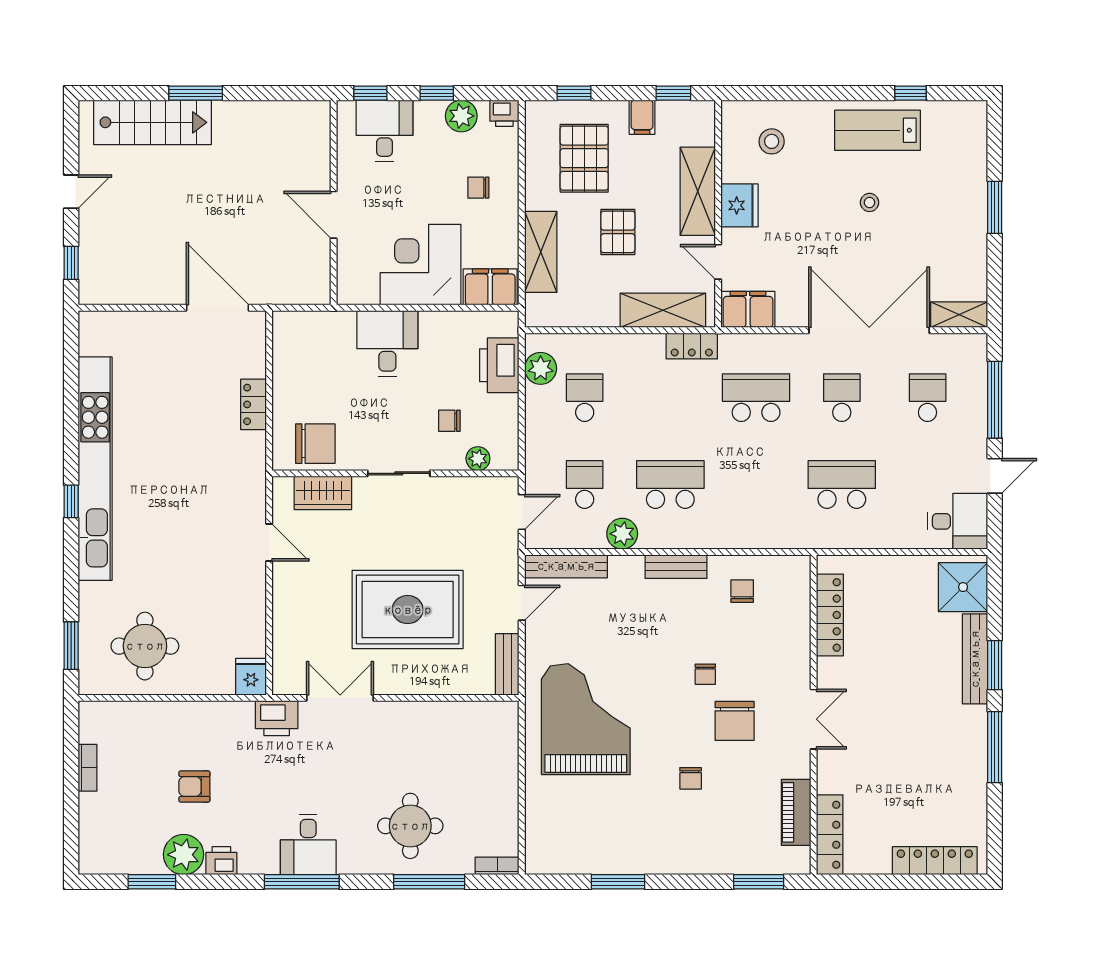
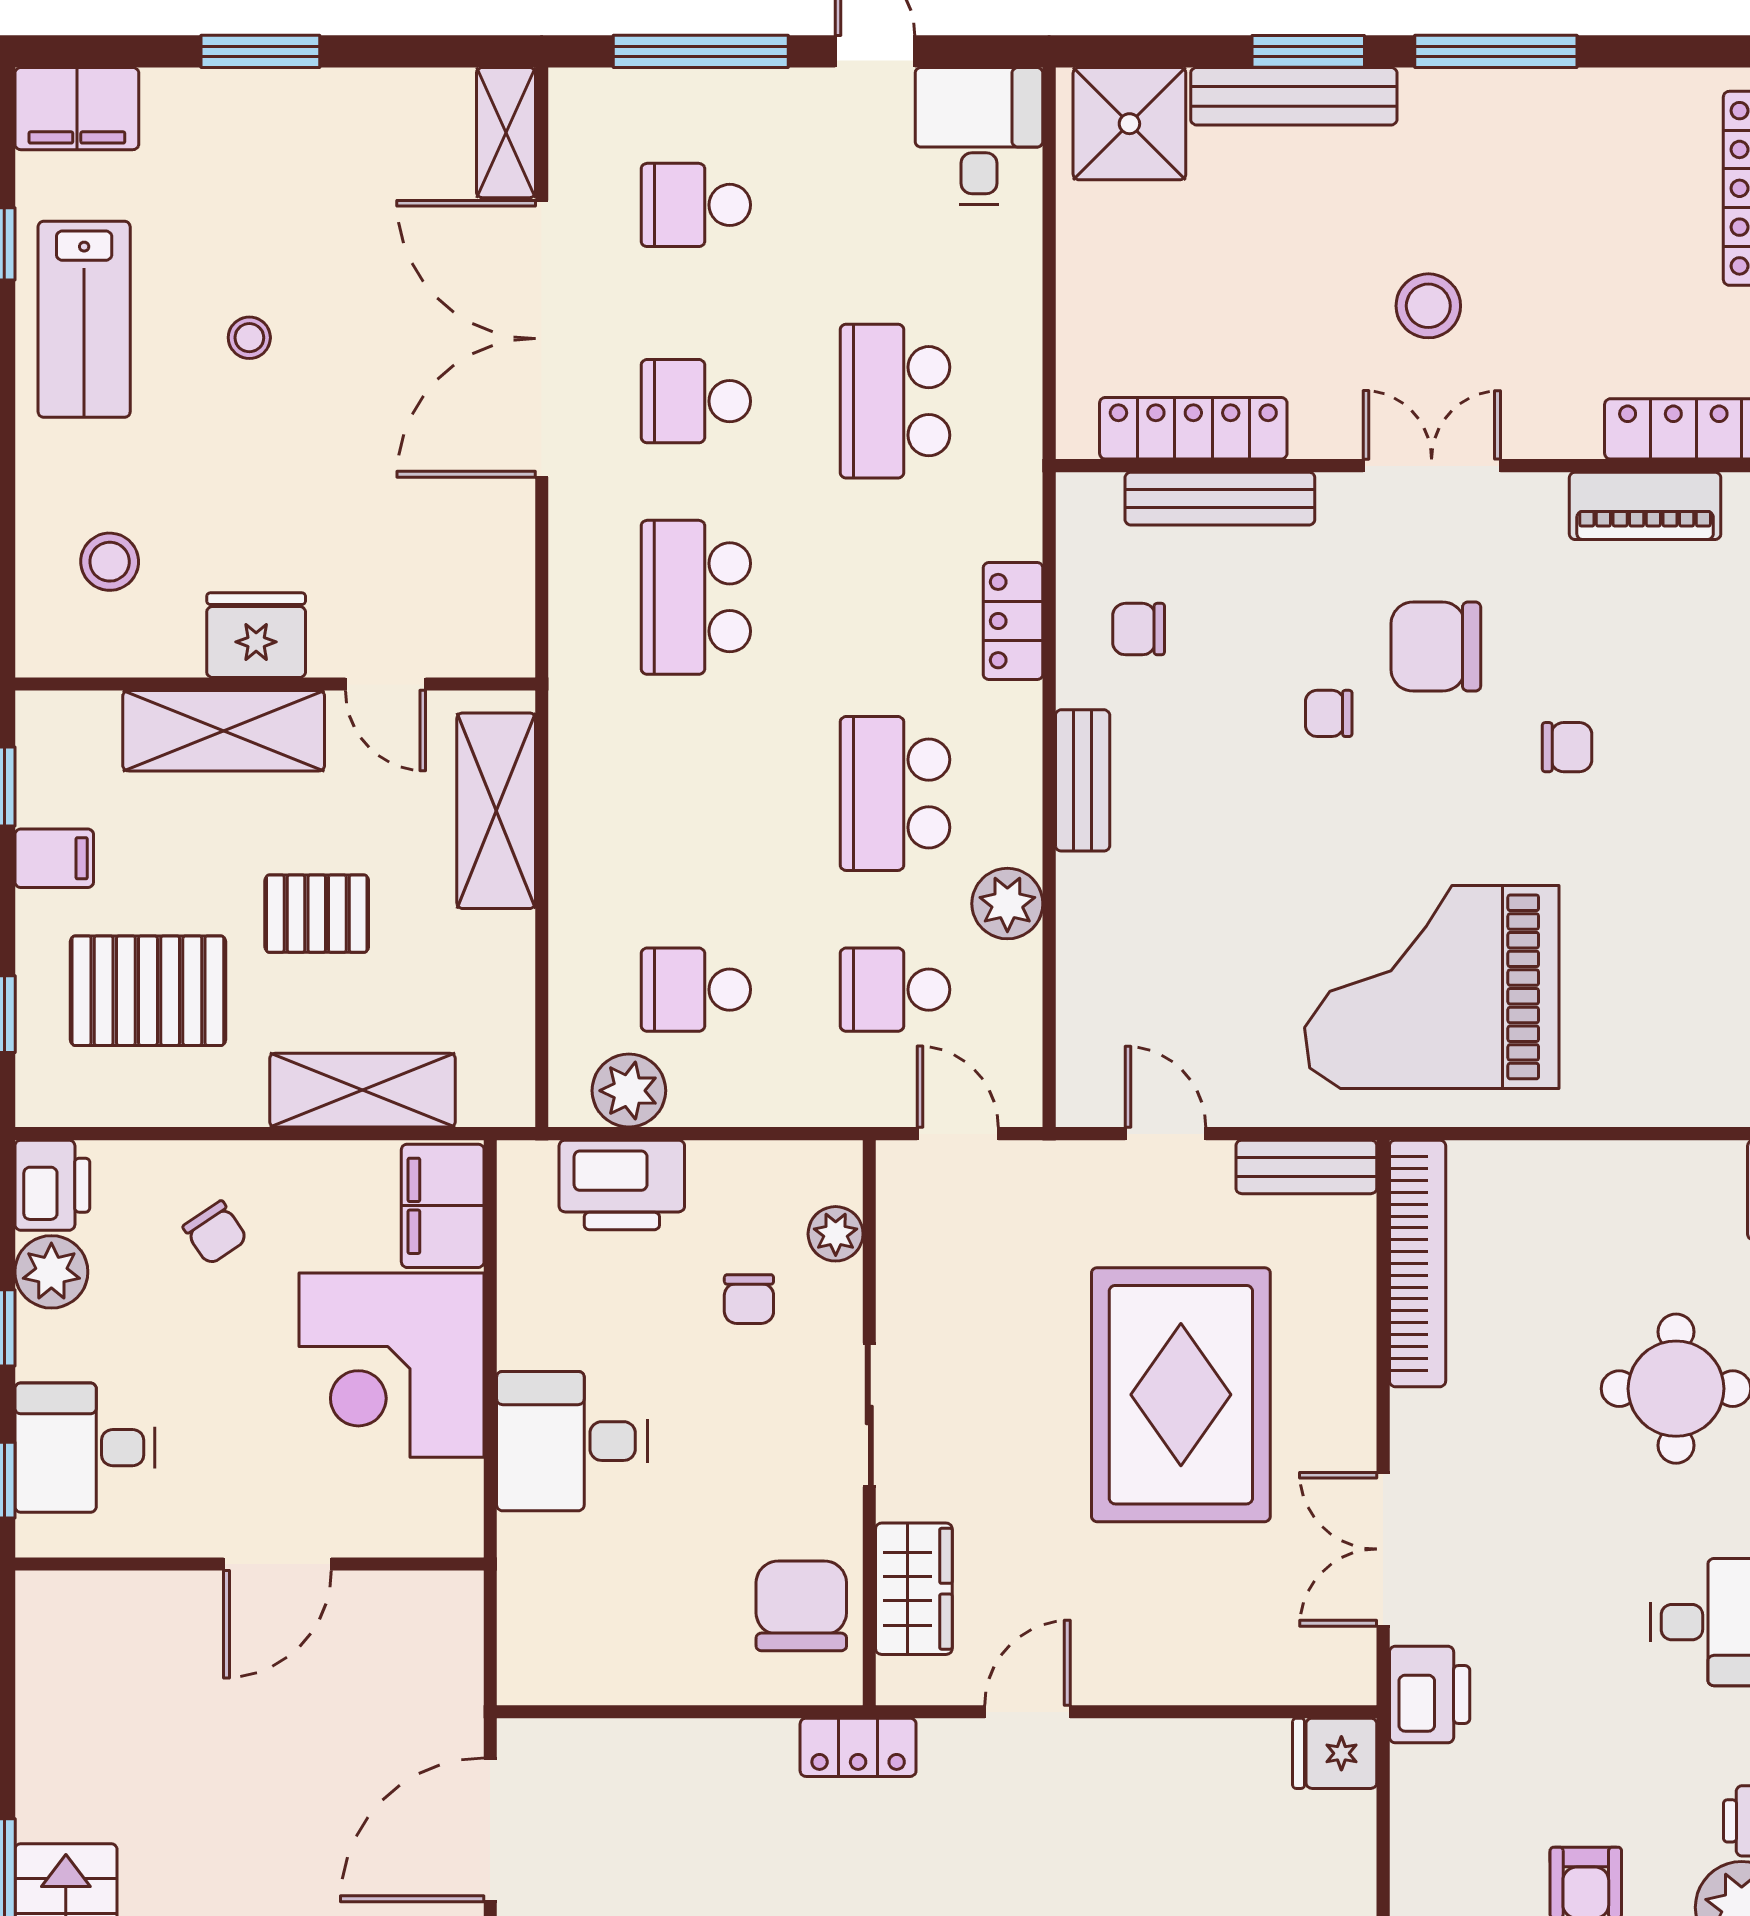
printer: (504, 113) -> (52, 1185), width x1.36, depth x1.24
chair: (478, 188) -> (215, 1233), turned -34
door: (718, 262) -> (385, 684), hinge flipped
filing cabinet: (748, 309) -> (77, 109), moved, turned -90
locker: (692, 346) -> (1013, 621), moved, turned 180
locker: (254, 404) -> (858, 1747), moved
bench: (566, 566) -> (1220, 499), moved, turned 90
chair: (705, 674) -> (1329, 713), turned 180
bookcase: (465, 713) -> (1418, 1263), added
stool: (883, 718) -> (1428, 306), added
chair: (735, 721) -> (1436, 647), turned 180

